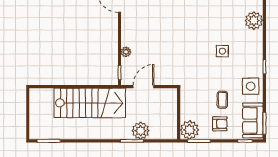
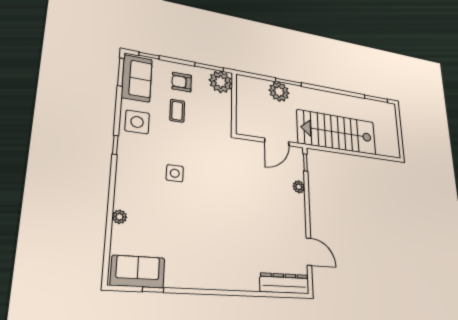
plant: (254, 20) -> (119, 217), width x0.53, depth x0.53

